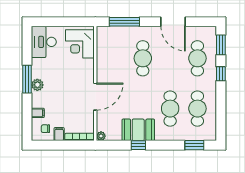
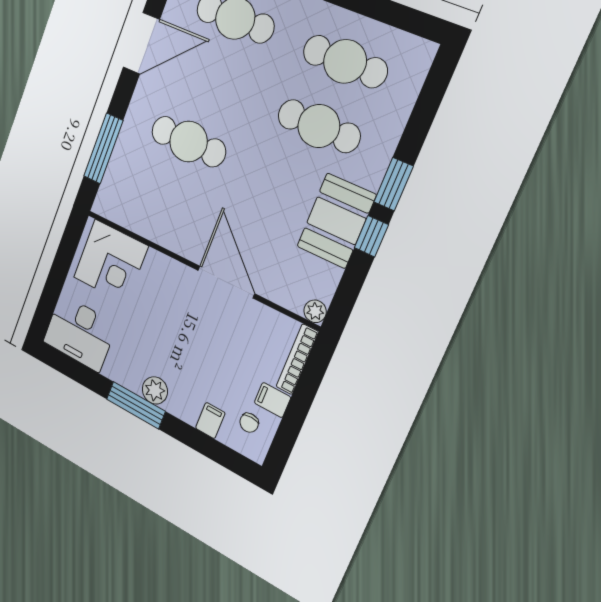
window: (194, 145) -> (393, 184), moved

